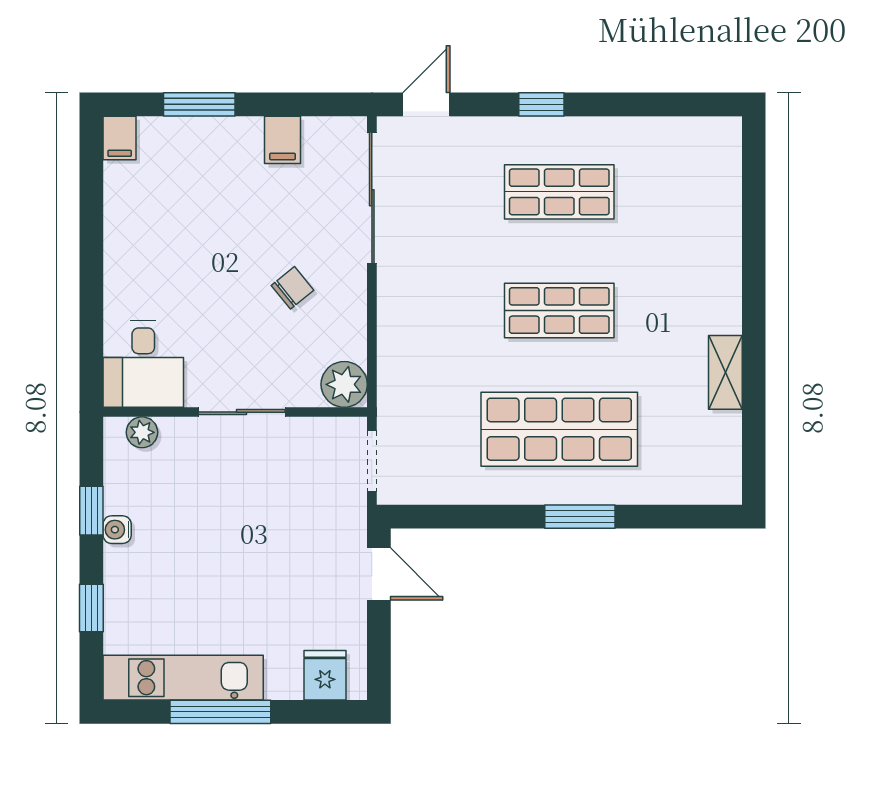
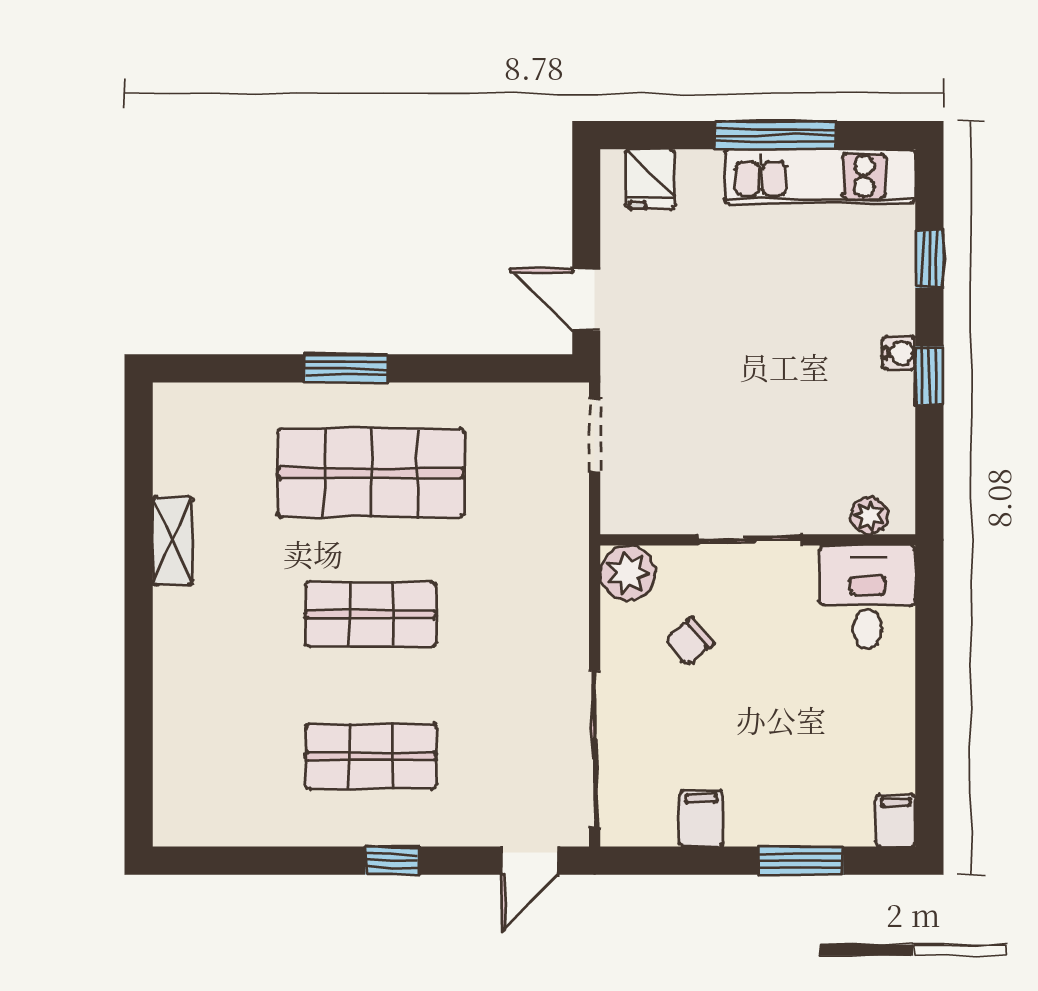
desk: (143, 364) -> (868, 597), moved
plant: (344, 384) -> (628, 573), moved
wall: (235, 412) -> (758, 540), moved
sliding door: (242, 412) -> (750, 540), moved
plant: (142, 432) -> (869, 516), moved

